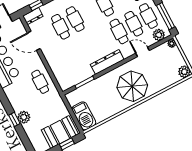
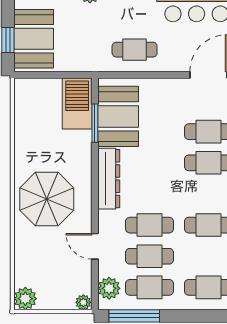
door: (143, 52) -> (95, 246), swing flipped
booth: (76, 73) -> (118, 116), added
barbecue: (84, 116) -> (77, 104), moved, turned 90

